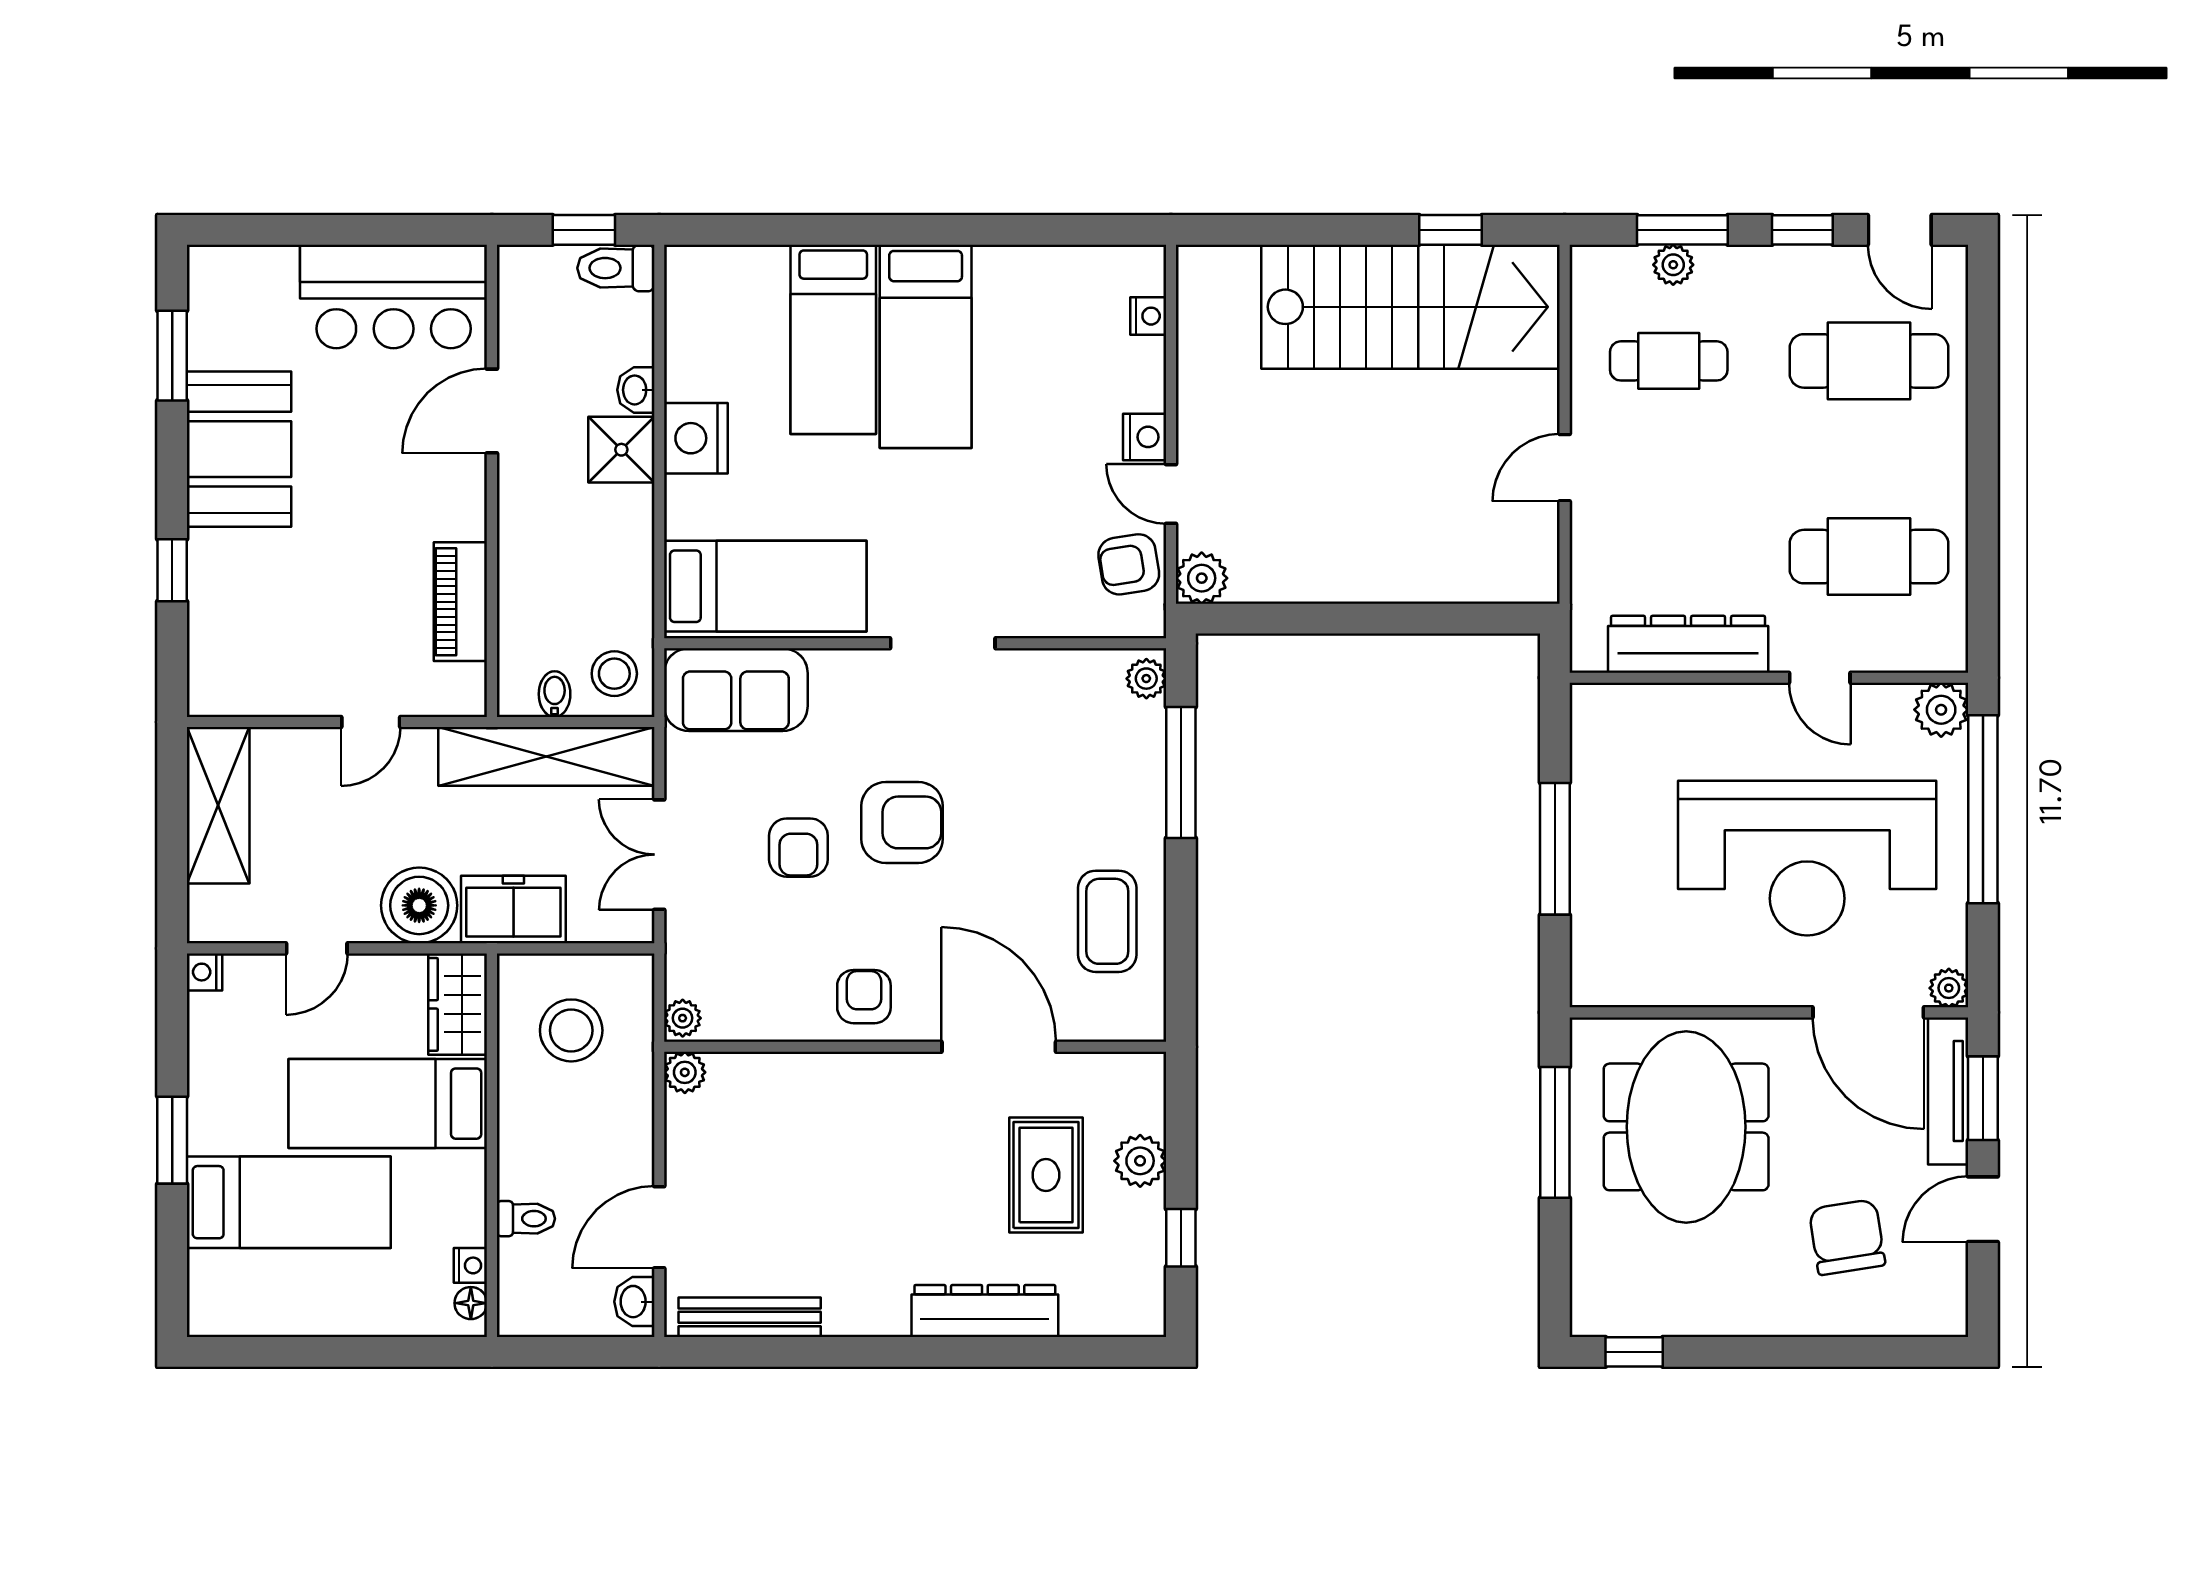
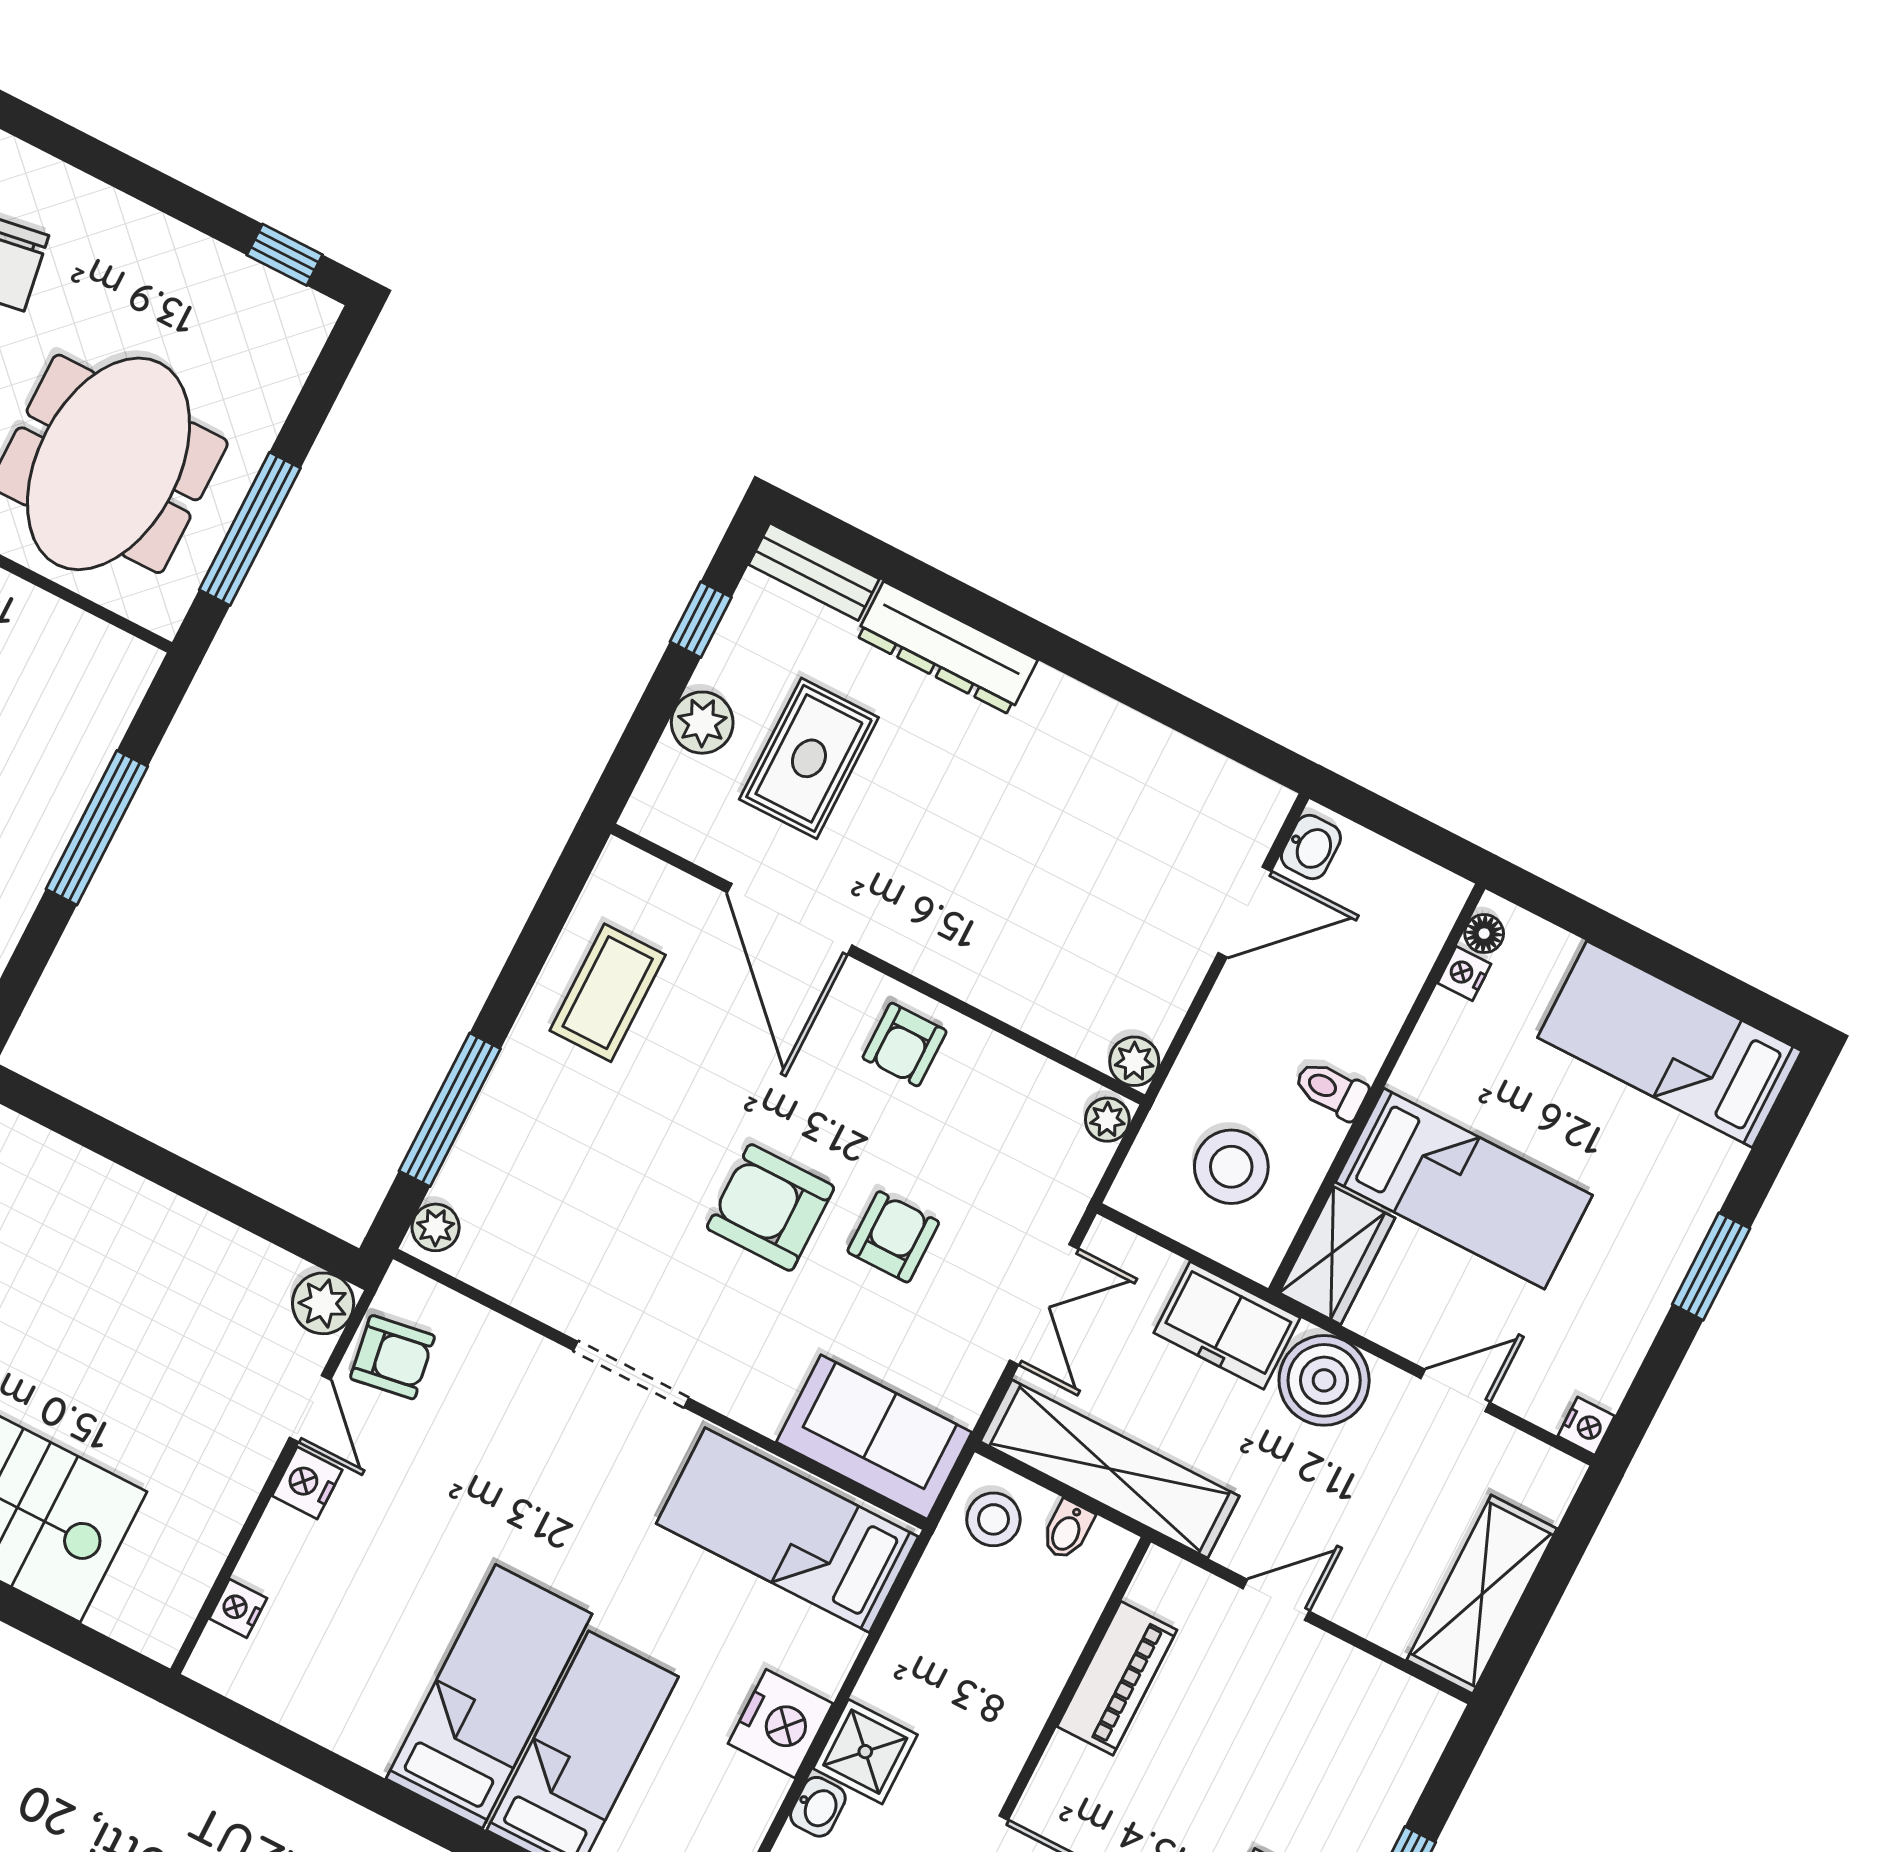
bed: (289, 1202) -> (1670, 1044), moved
toilet: (526, 1219) -> (1331, 1090), moved
bench: (750, 1317) -> (814, 572), moved, width x0.73

